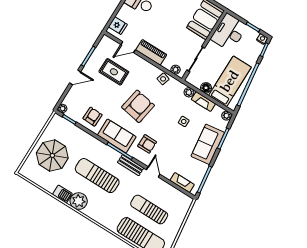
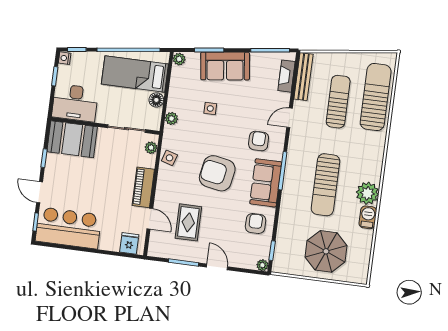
fireplace: (203, 102) -> (175, 95), removed
armchair: (93, 117) -> (256, 224), turned 88
bench: (131, 165) -> (304, 77), moved, width x1.36
sun lounger: (149, 209) -> (338, 102), turned 180

